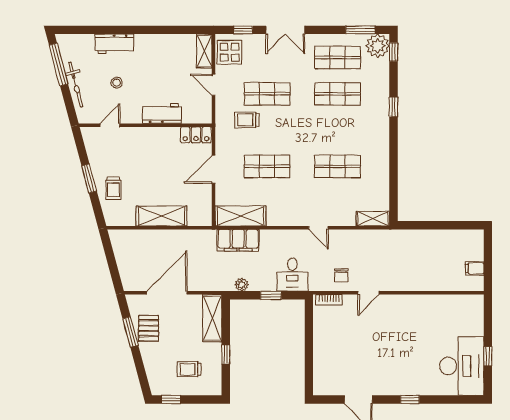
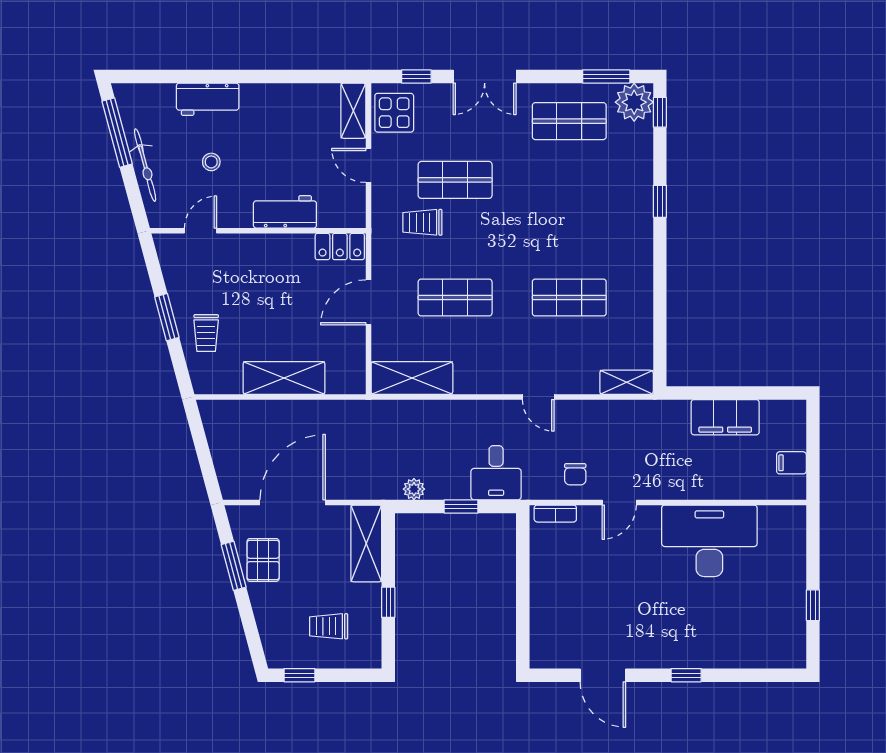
shop shelf: (338, 94) -> (569, 180), removed
filing cabinet: (238, 240) -> (725, 417), moved
desk: (462, 366) -> (709, 541), moved, turned -90

